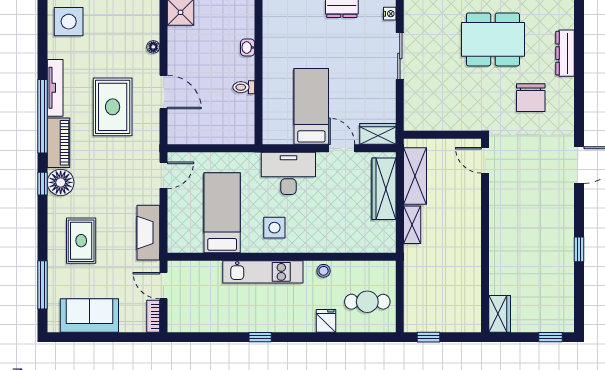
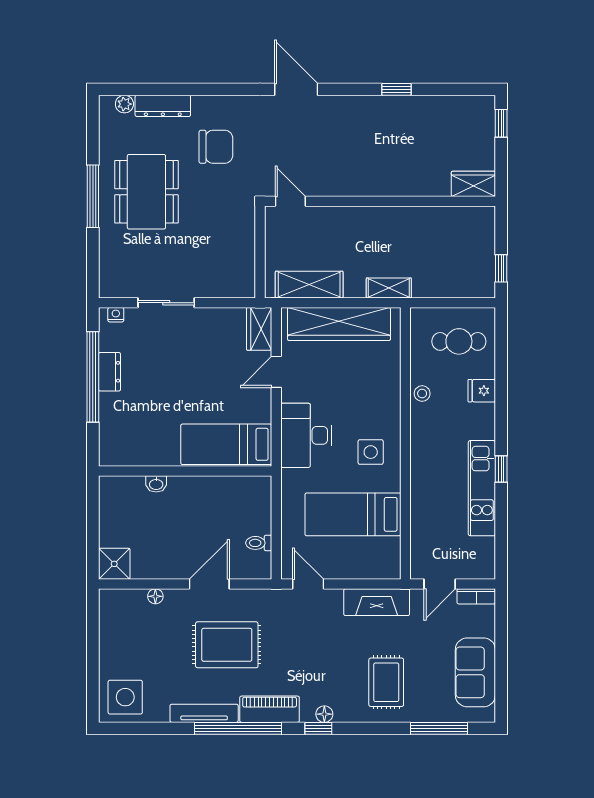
plant: (567, 21) -> (124, 104), added
toilet: (244, 87) -> (259, 543), moved, turned 90
bed: (311, 106) -> (226, 444), moved
door: (485, 160) -> (290, 201), swing flipped
floor lamp: (61, 182) -> (324, 714), width x0.53, depth x0.53
wardrobe: (384, 189) -> (339, 324), width x1.40, depth x1.17
shelving: (412, 225) -> (389, 288), moved
rug: (81, 241) -> (386, 682), turned 90
kitchen unit: (263, 272) -> (482, 488), moved, turned 180
cafe table: (367, 302) -> (459, 341), turned 90

